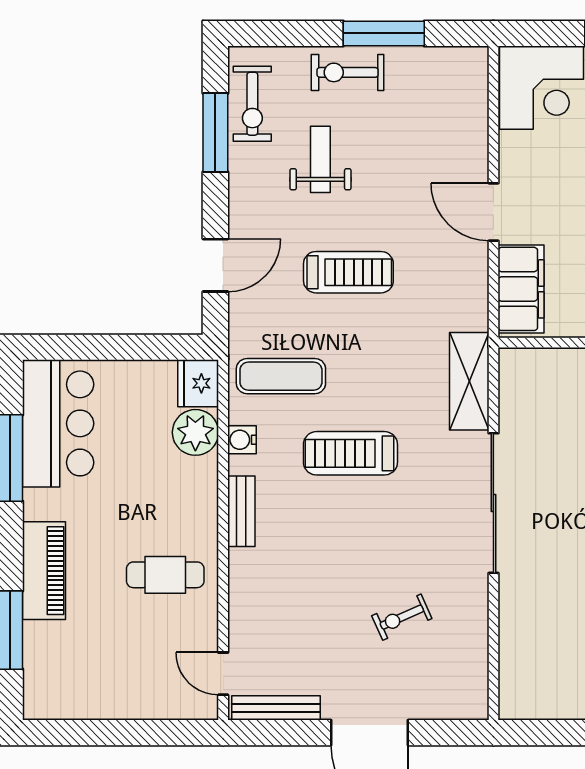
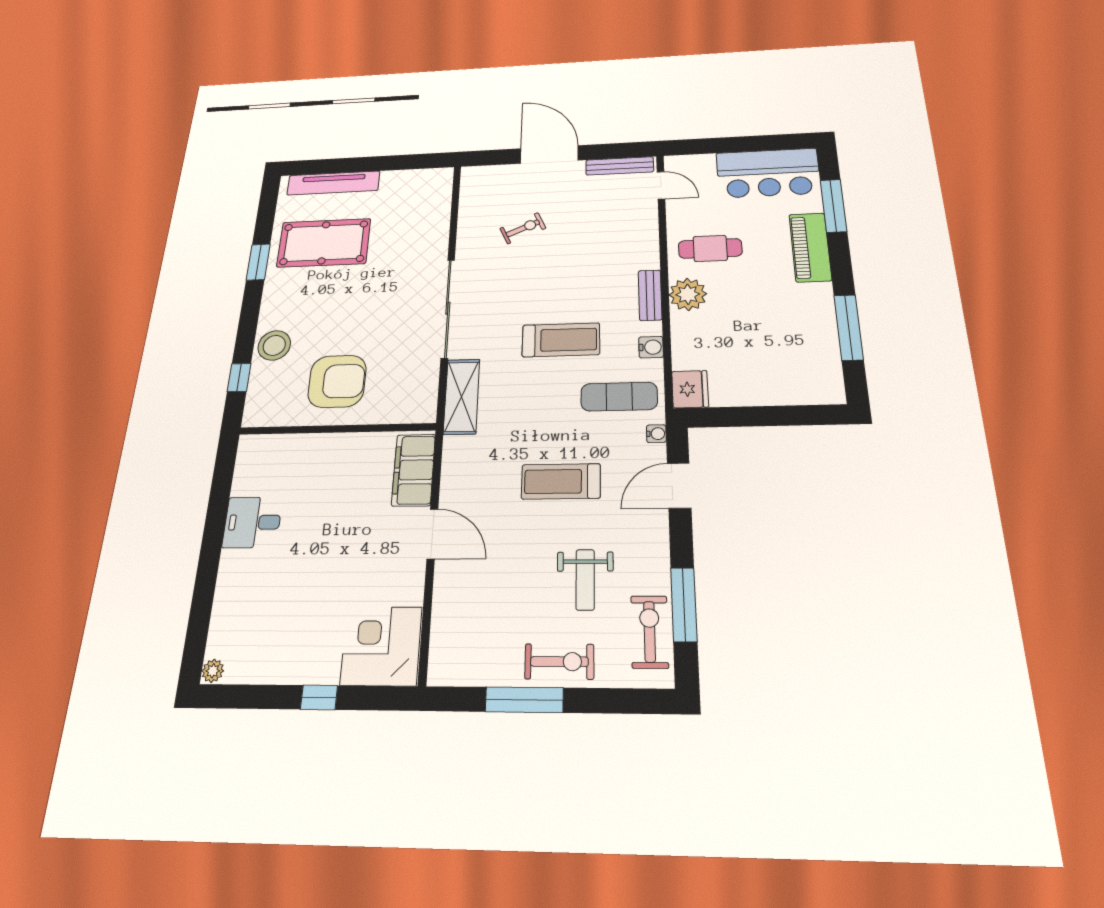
water cooler: (239, 328) -> (656, 434), added
bar counter: (58, 423) -> (768, 173), moved, turned -90
plant: (195, 432) -> (688, 294), moved

